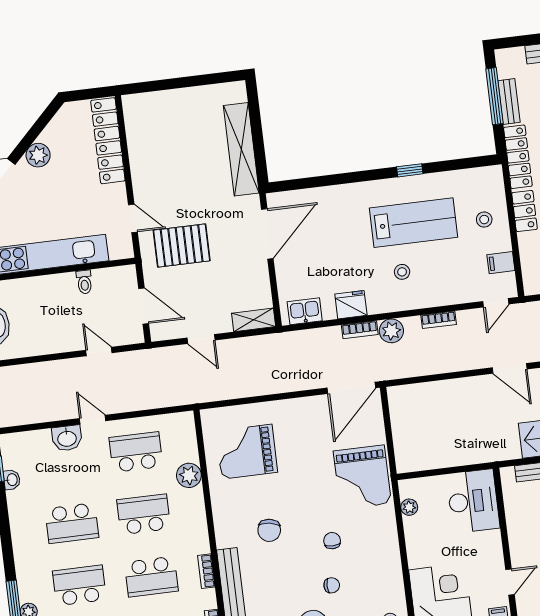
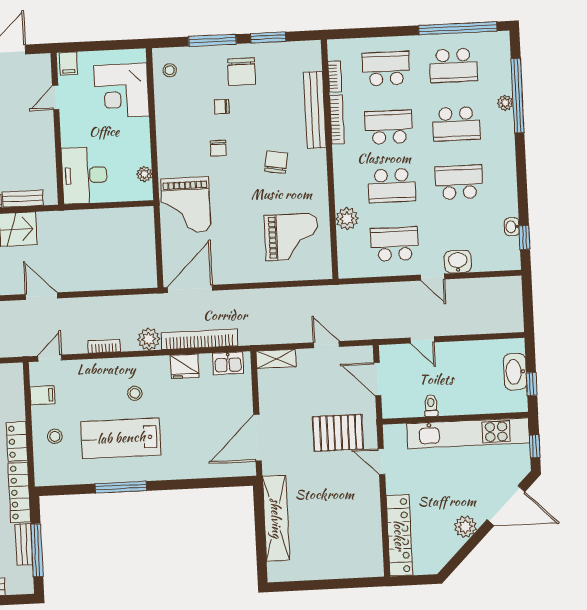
window: (410, 170) -> (121, 487), width x2.17
bookcase: (360, 330) -> (200, 339), width x2.31, depth x1.31
school desk: (136, 452) -> (395, 244), turned 180
grand piano: (362, 477) -> (186, 205), turned 180
bookcase: (206, 571) -> (337, 120), width x1.56

